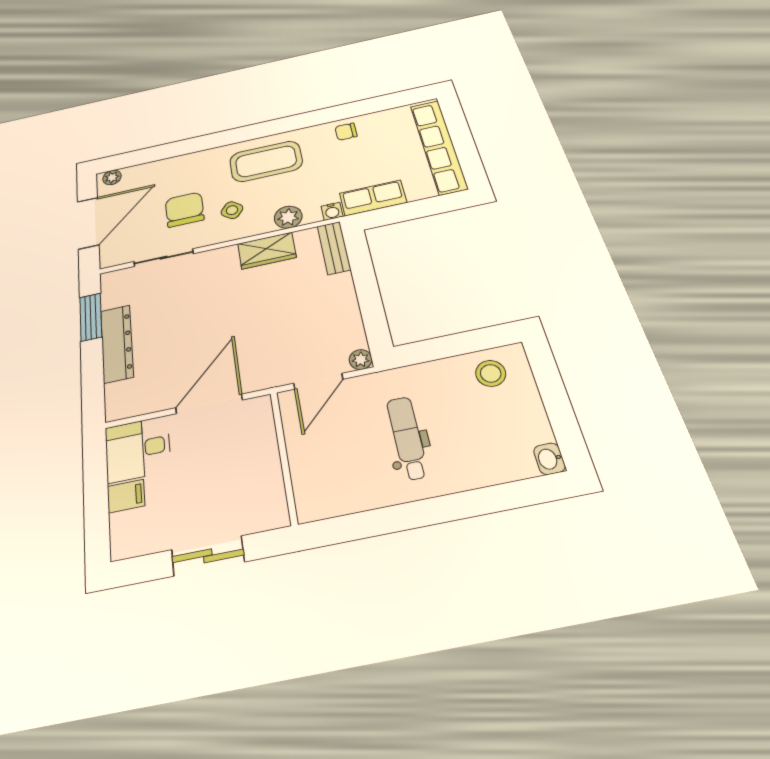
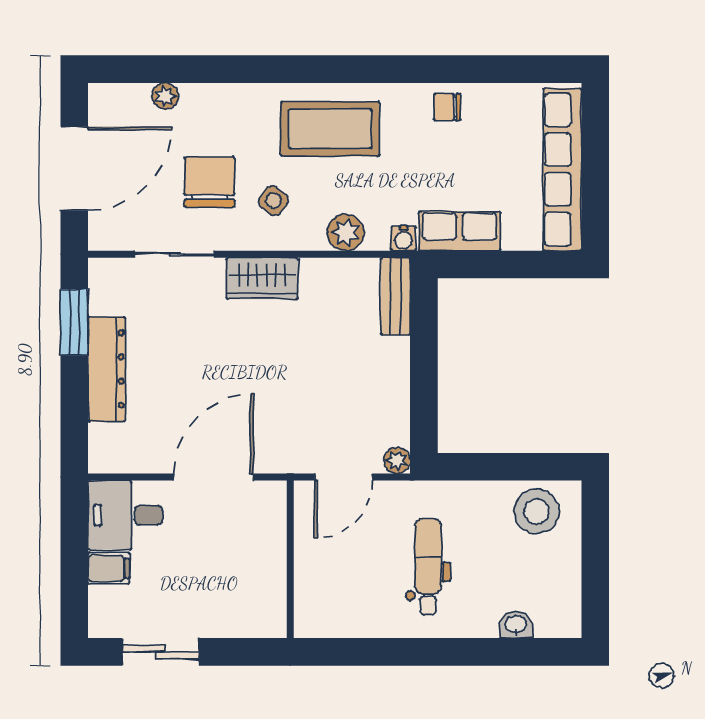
plant: (112, 177) -> (165, 96), moved
wardrobe: (267, 251) -> (262, 278), moved
stool: (491, 373) -> (537, 511), width x1.38, depth x1.38
washbasin: (549, 459) -> (516, 625), moved, turned 90
sliding door: (208, 556) -> (161, 652), moved

